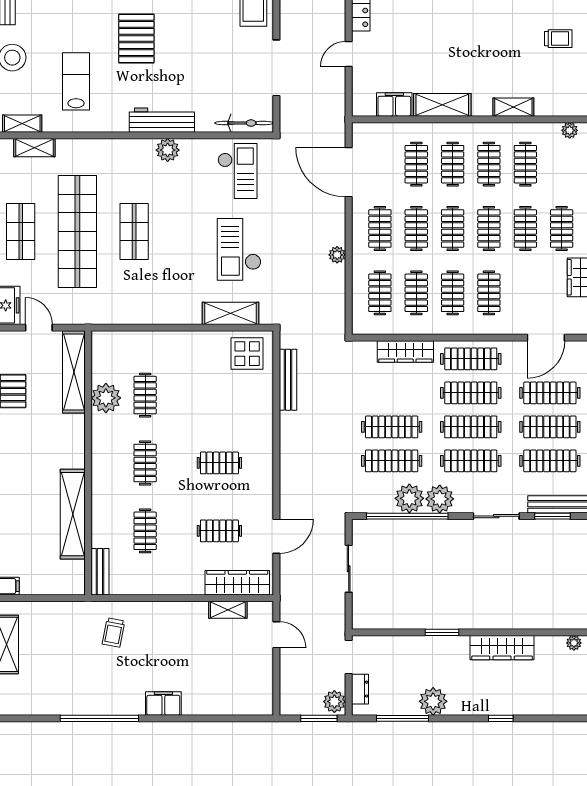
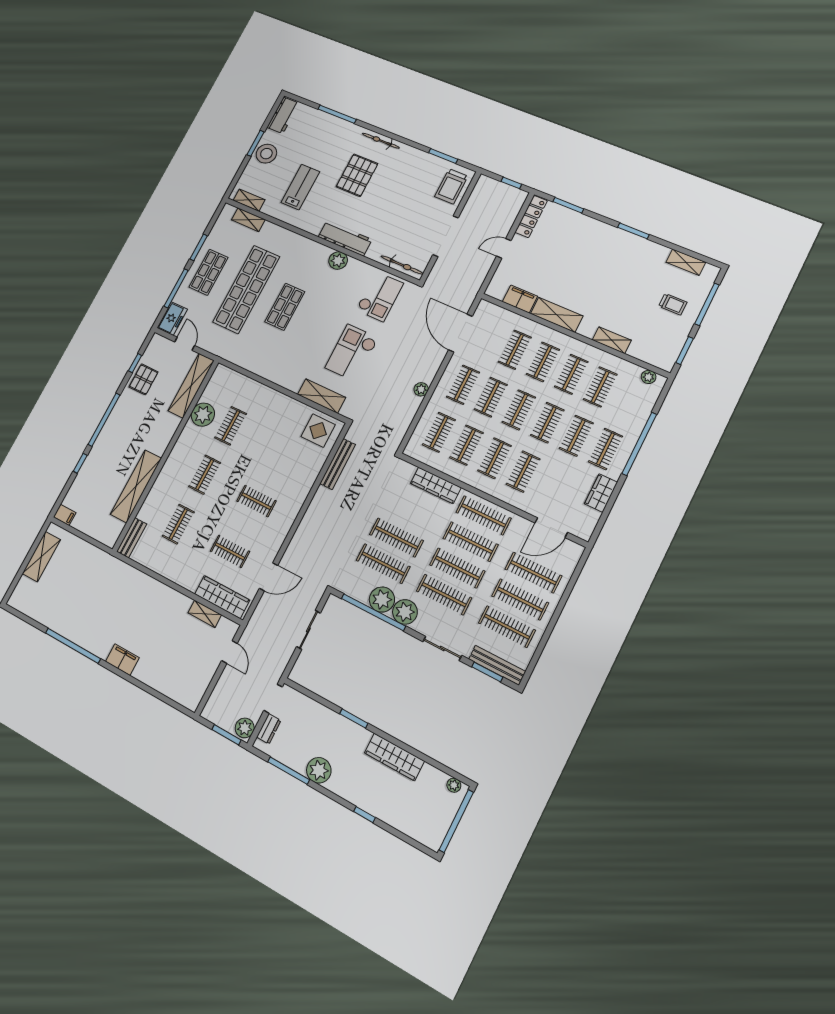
trolley: (114, 633) -> (117, 587), removed

